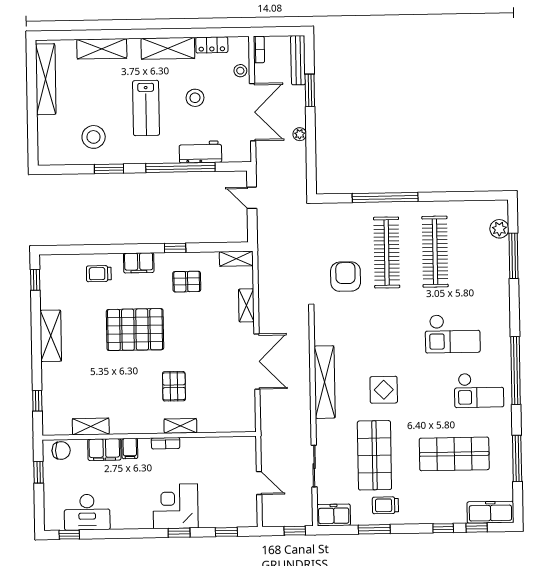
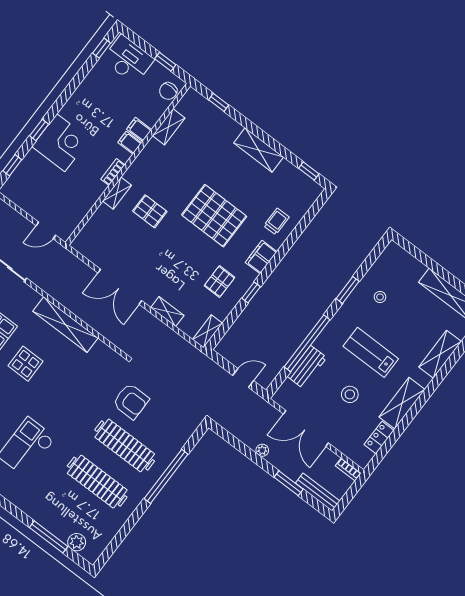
stool: (240, 71) -> (343, 443), removed
stool: (94, 137) -> (380, 297), width x0.53, depth x0.53
pallet: (135, 330) -> (214, 216), turned 90
filing cabinet: (104, 450) -> (139, 129), width x0.50
door: (259, 483) -> (46, 230), moved
desk: (87, 512) -> (128, 60), moved, turned 90

